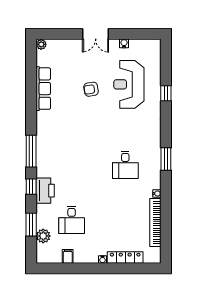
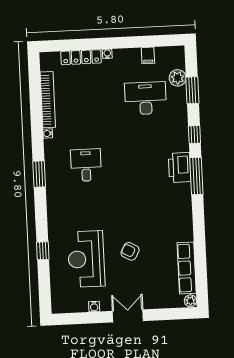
reception desk: (129, 84) -> (86, 259), turned 180
row of seats: (43, 89) -> (187, 268), moved
armchair: (91, 89) -> (130, 251), turned -143
printer: (45, 191) -> (180, 167), moved
desk: (72, 220) -> (145, 98), width x1.37

